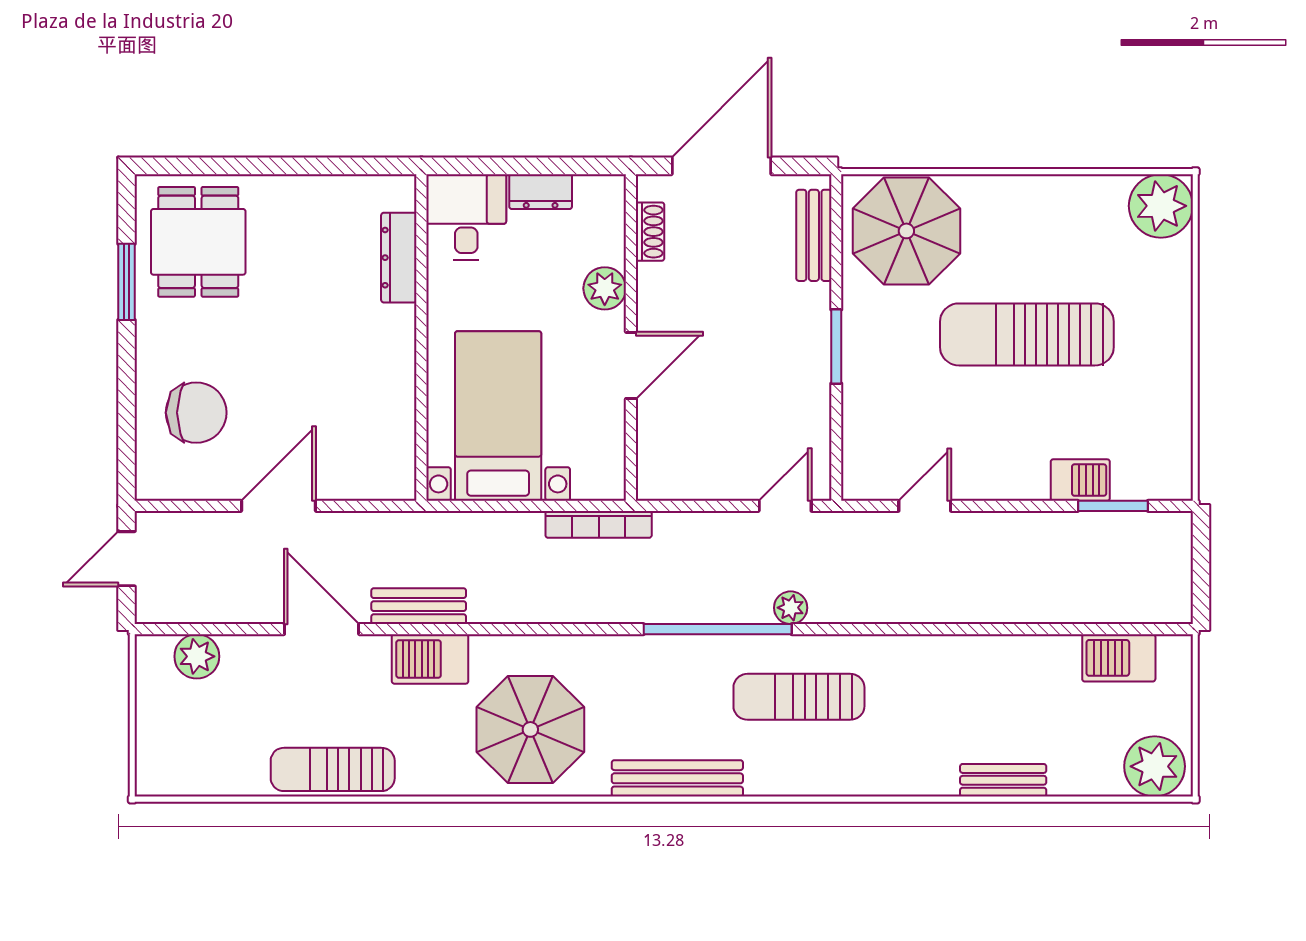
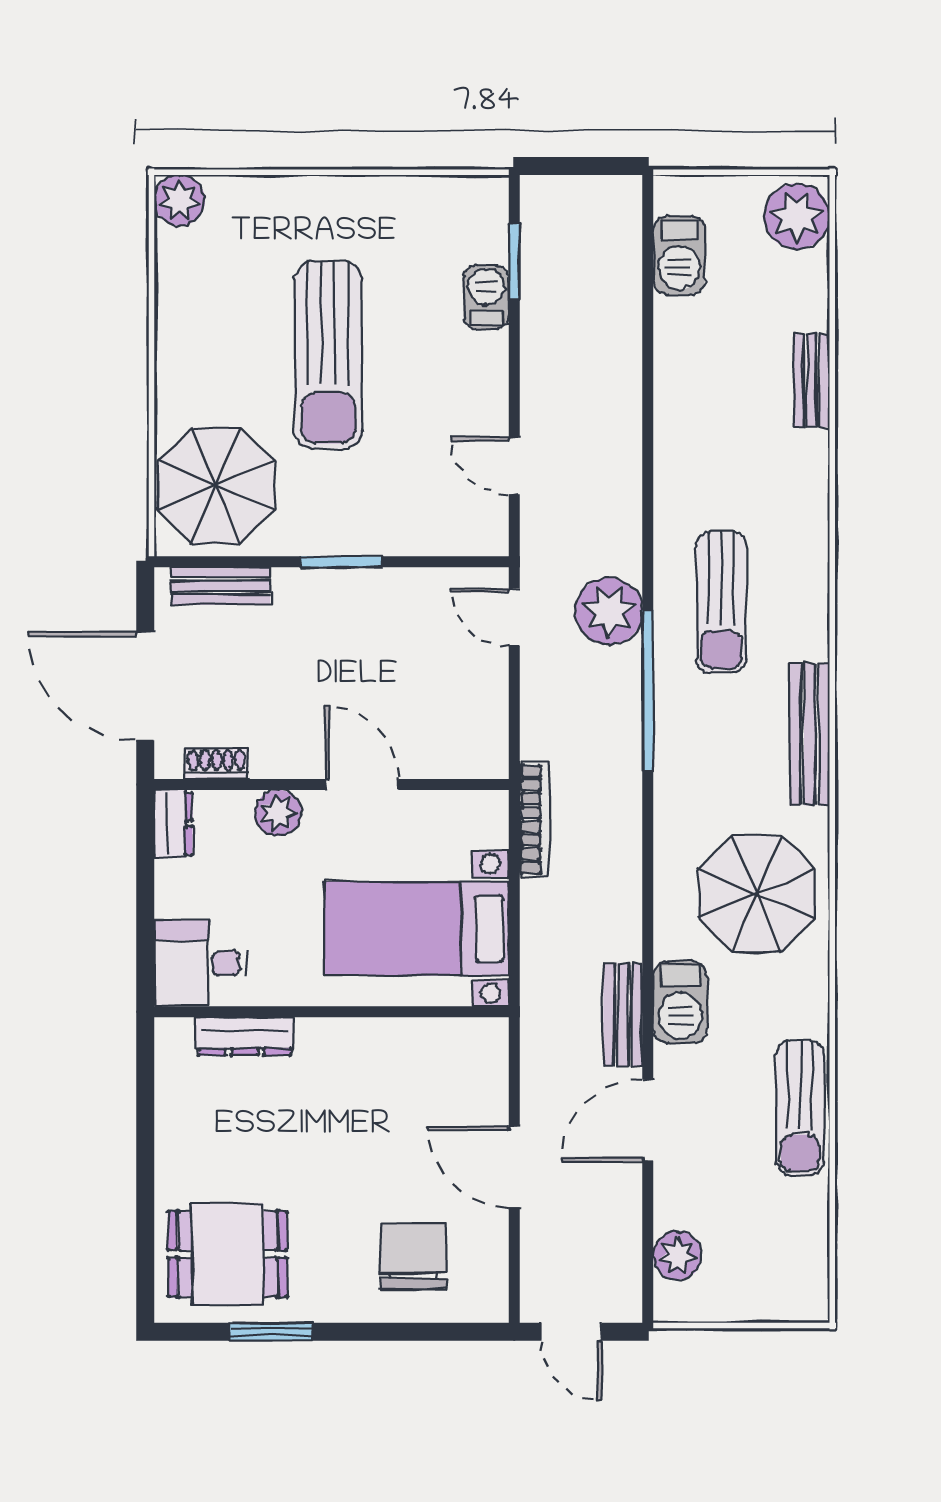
dresser: (541, 192) -> (173, 824), moved
plant: (1161, 206) -> (179, 200), width x0.73, depth x0.73
plant: (791, 608) -> (609, 611), width x1.87, depth x1.87

